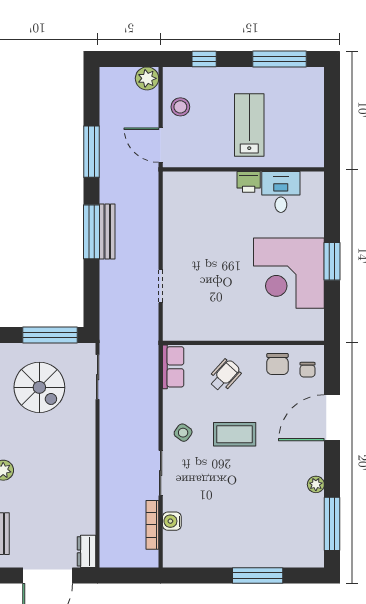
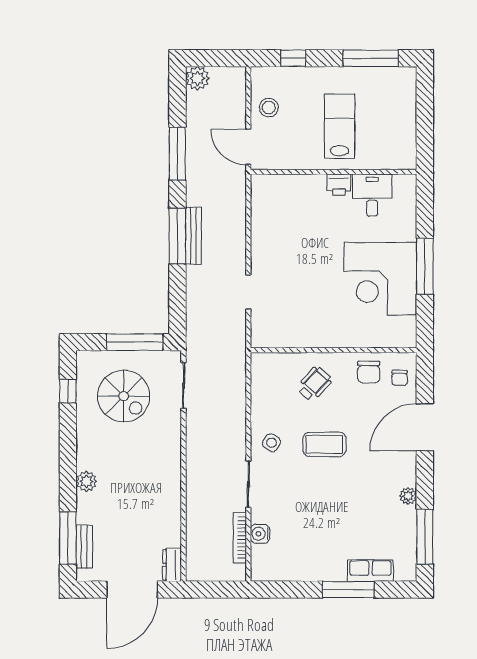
plant: (147, 78) -> (197, 78), moved
window: (332, 261) -> (425, 266), width x1.44
row of seats: (173, 367) -> (370, 571), moved, turned -90

